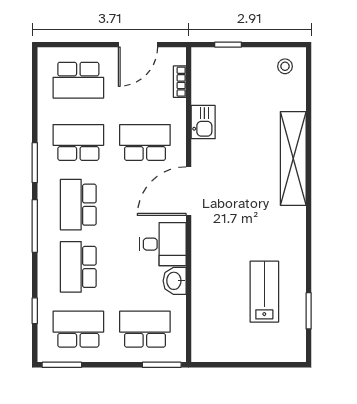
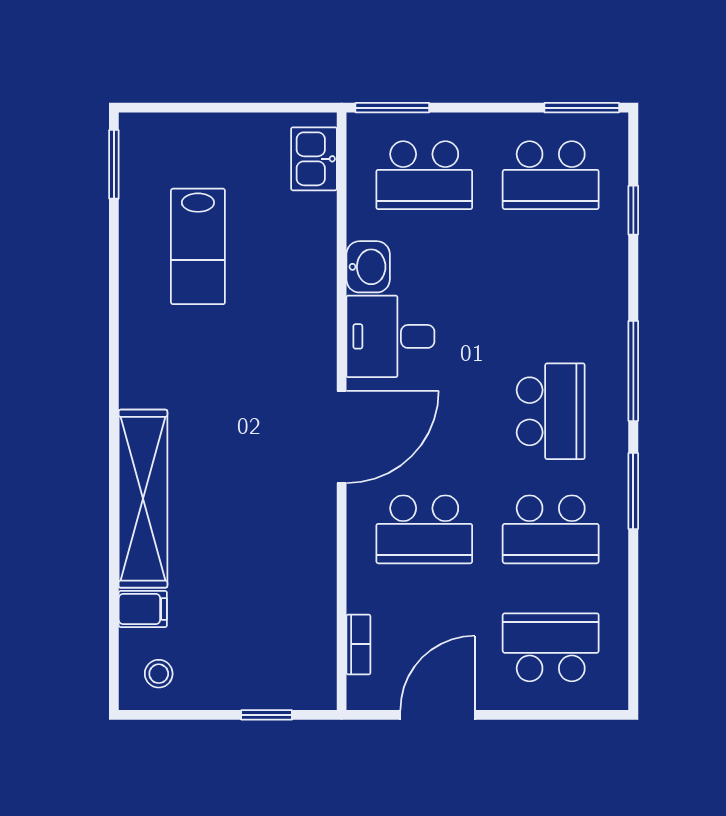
filing cabinet: (293, 100) -> (143, 609), added
kitchen sink: (203, 122) -> (314, 159), moved
school desk: (78, 267) -> (551, 293), removed
window: (309, 311) -> (114, 164), moved

